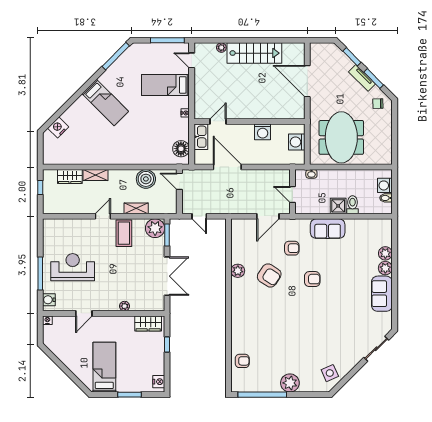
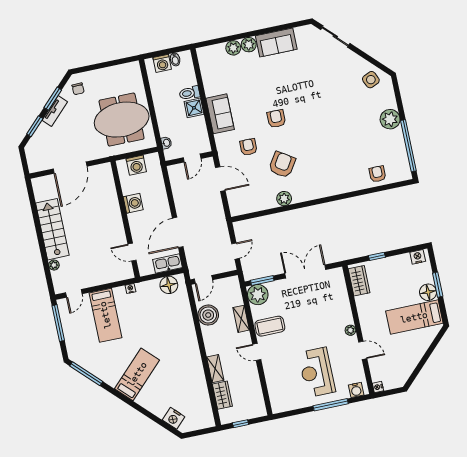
kitchen sink: (201, 137) -> (168, 264), moved
plant: (125, 306) -> (350, 330), moved
floor lamp: (124, 384) -> (428, 292), added

